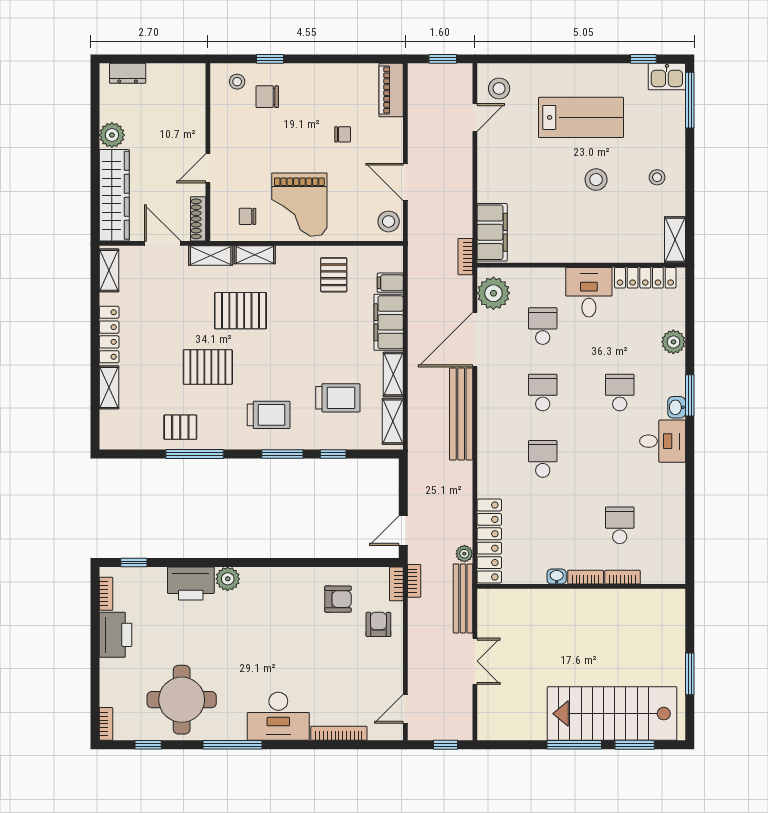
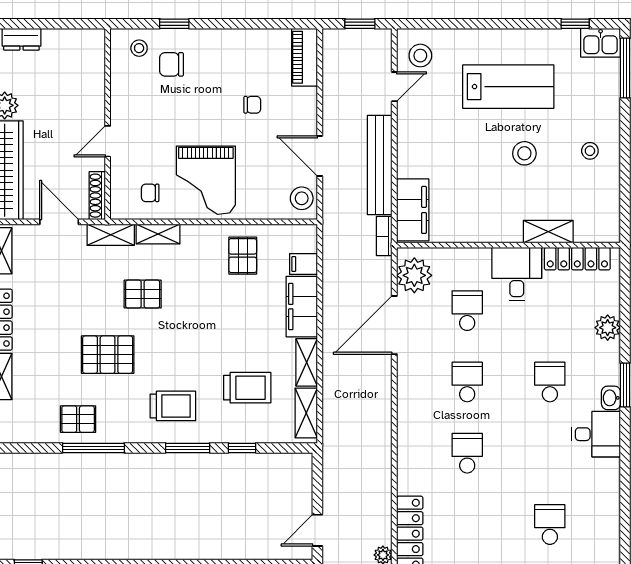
shelving: (675, 240) -> (548, 232), moved, turned 90
pallet: (240, 311) -> (143, 294), width x0.67, depth x0.71
bench: (461, 414) -> (380, 165), moved

